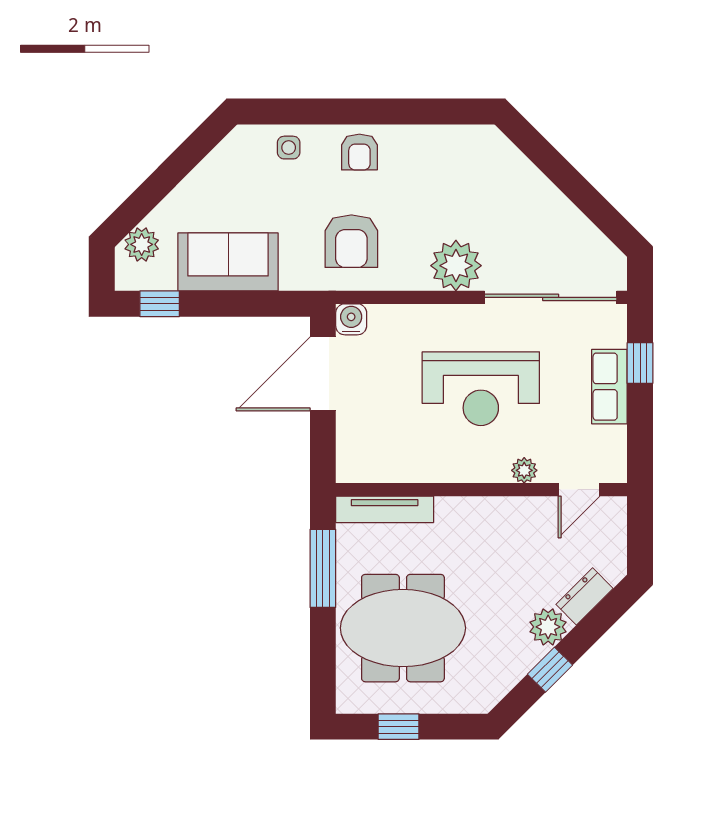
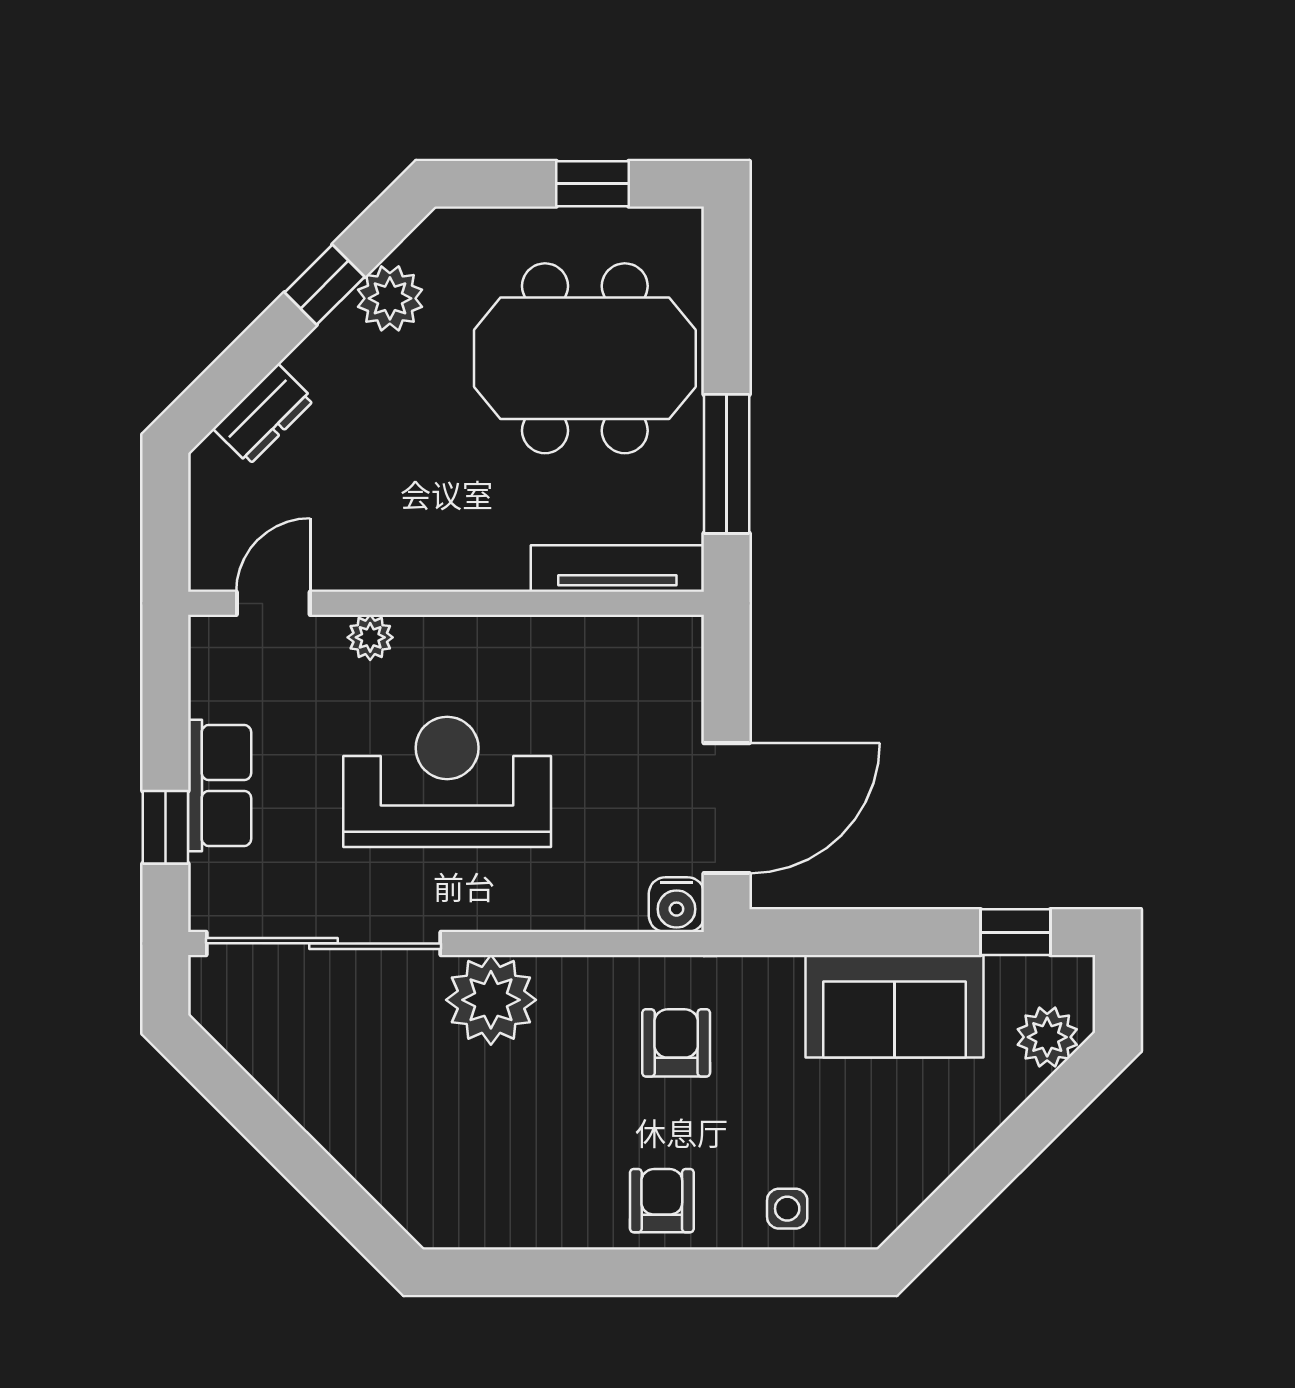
armchair: (351, 241) -> (676, 1043), width x0.72, depth x0.72
plant: (548, 627) -> (390, 298), moved

